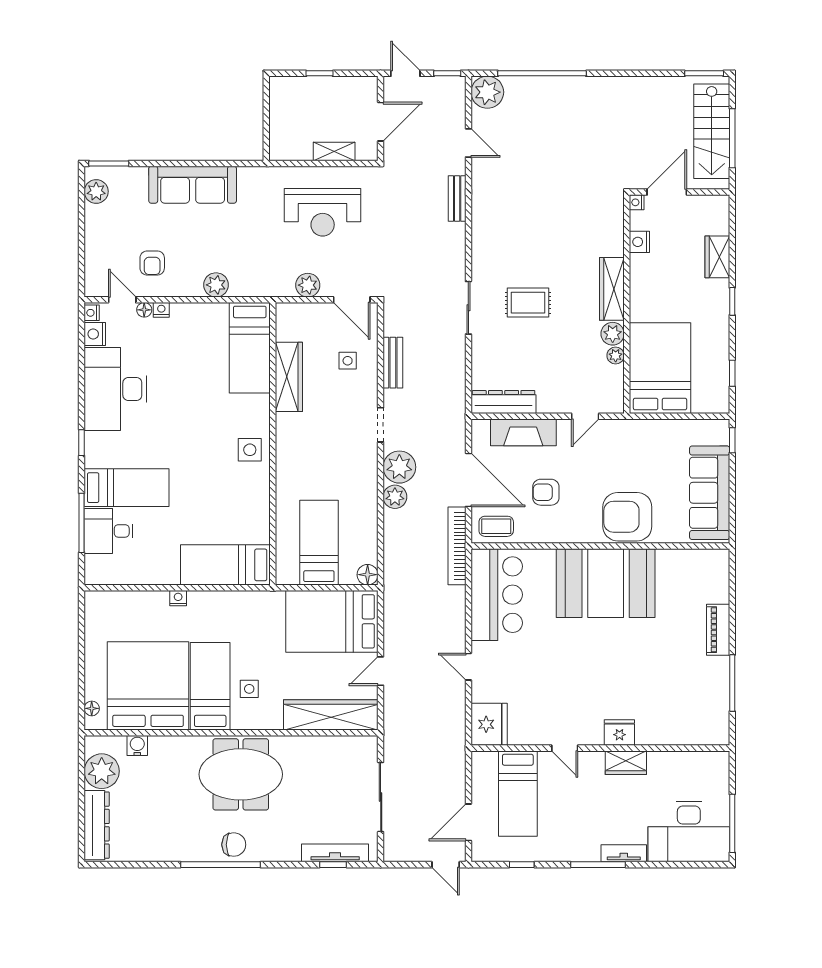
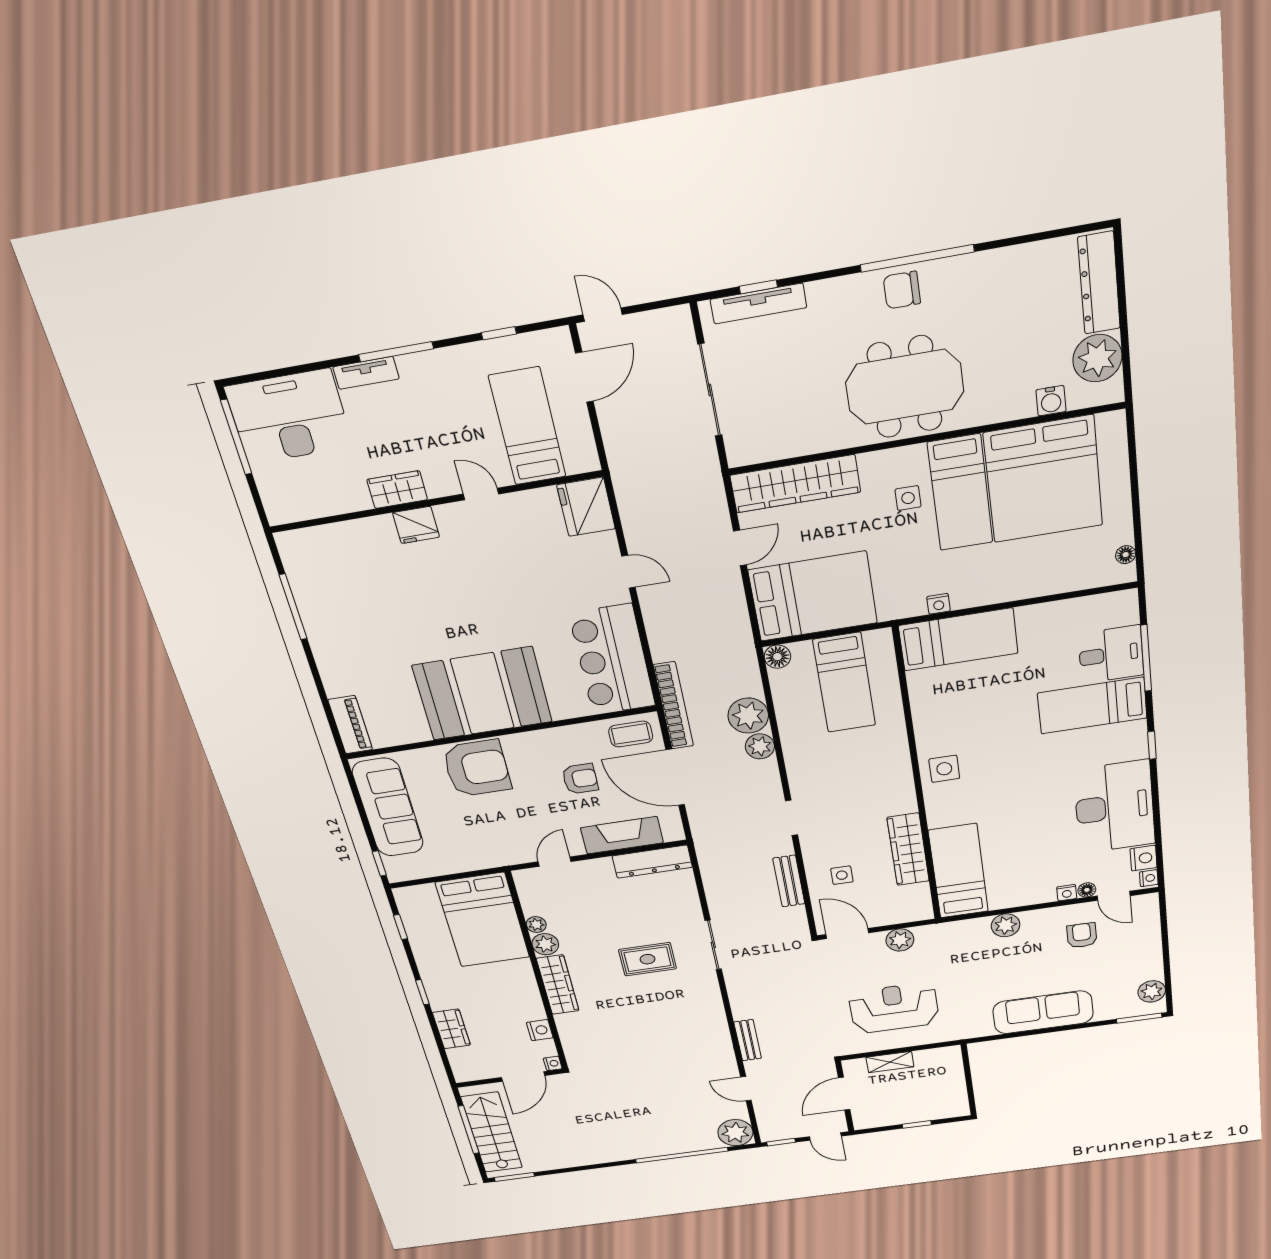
plant: (399, 467) -> (748, 716), moved
nightstand: (178, 598) -> (939, 604), moved
piano: (718, 630) -> (350, 725), moved
floor lamp: (92, 708) -> (1126, 555), moved

